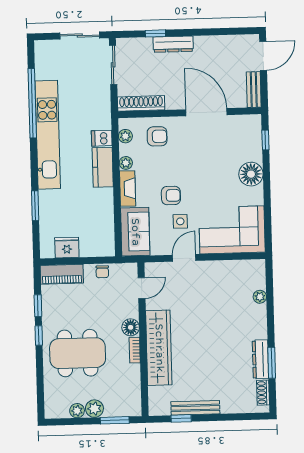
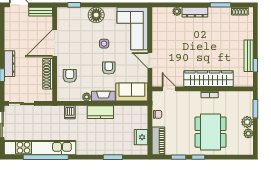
shoe rack: (141, 103) -> (48, 74), moved
kitchen unit: (48, 135) -> (40, 148), moved
plant: (125, 136) -> (69, 97), removed
kitchen counter: (103, 167) -> (100, 112), moved
side table: (180, 221) -> (104, 44), moved
floor lamp: (131, 327) -> (195, 97), removed
dresser: (260, 359) -> (195, 12), moved

